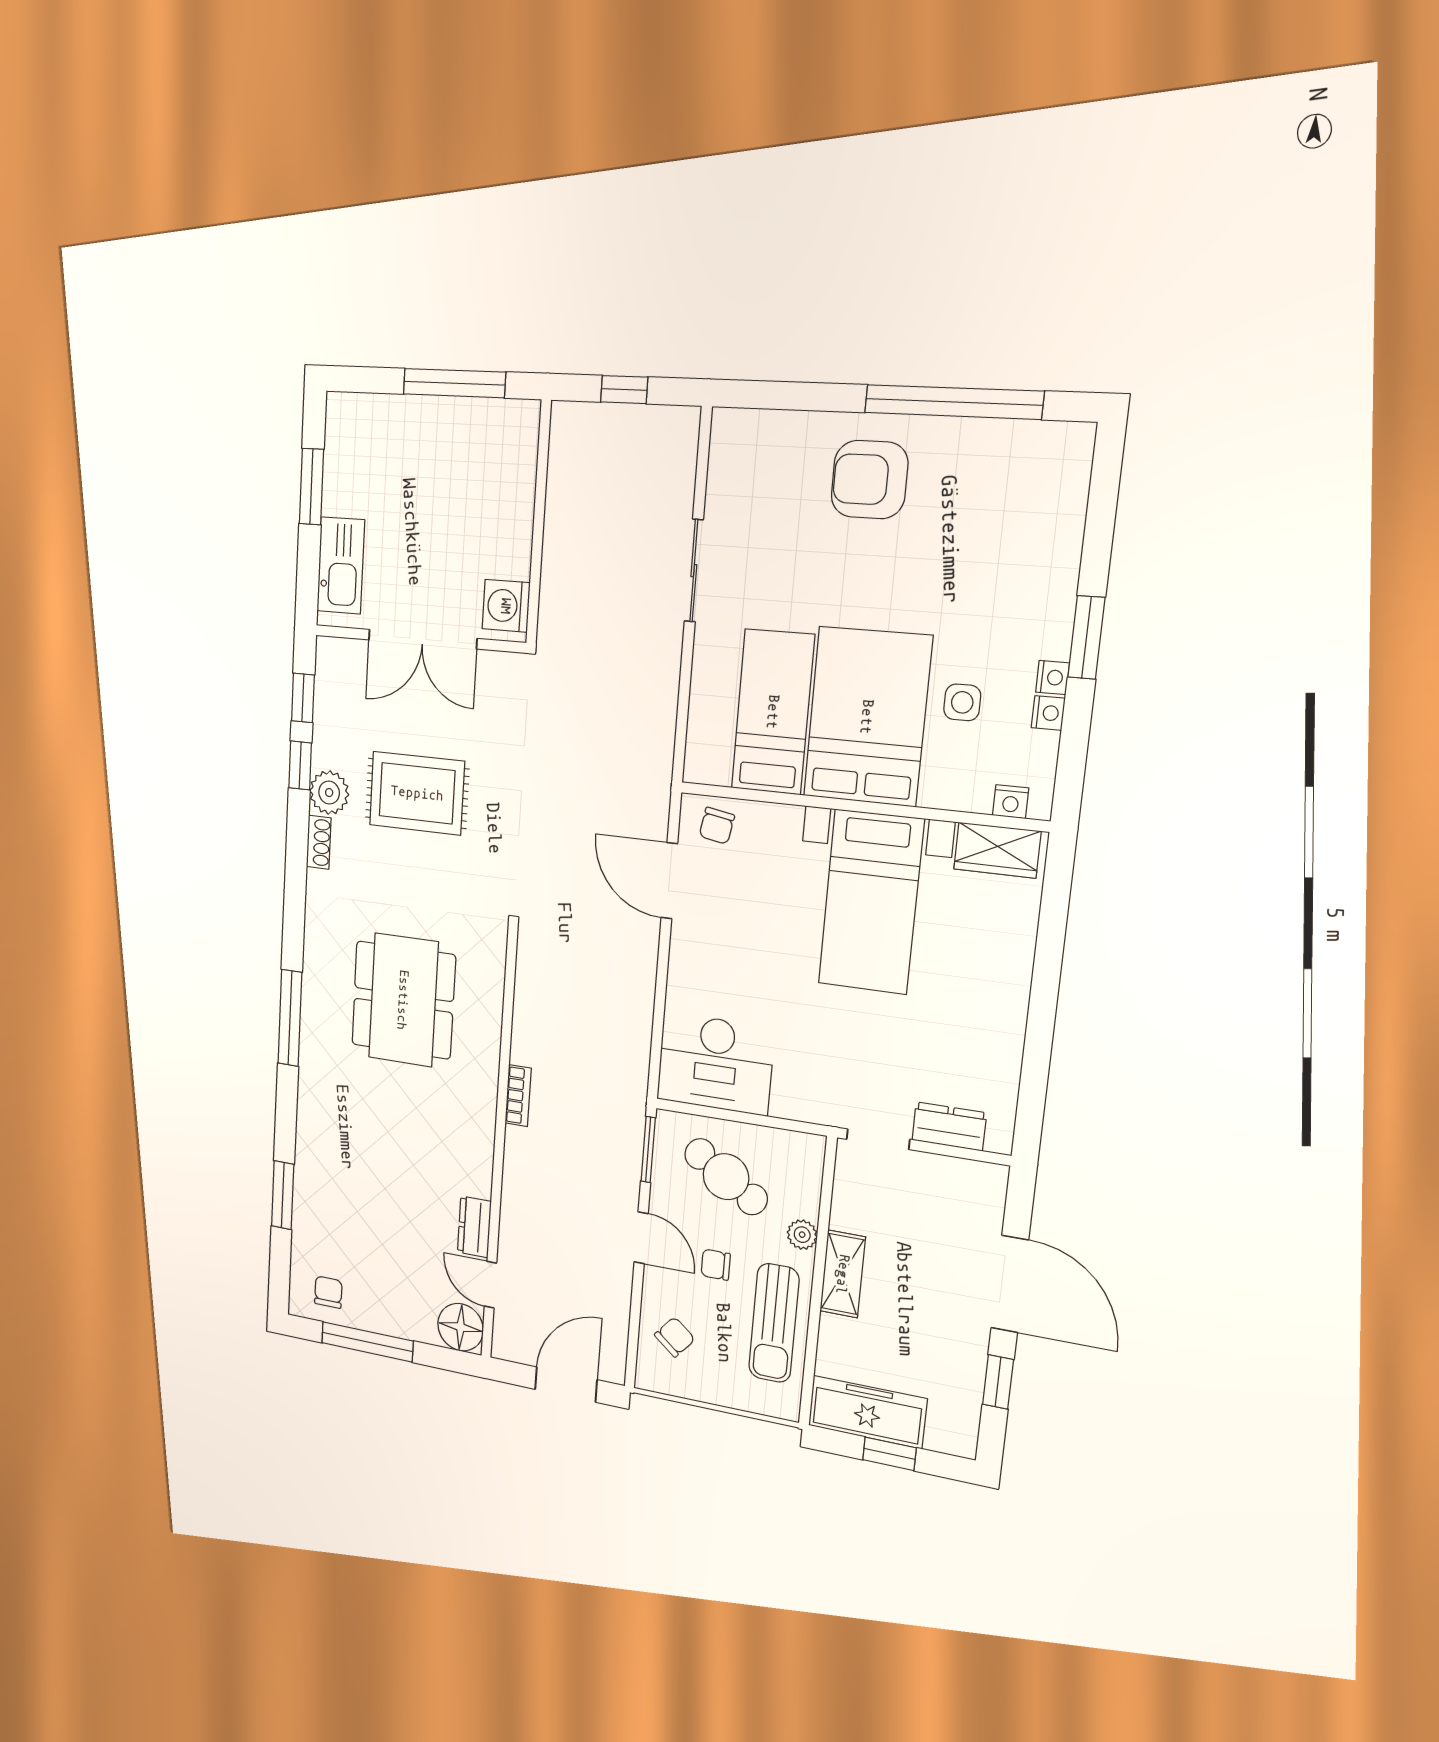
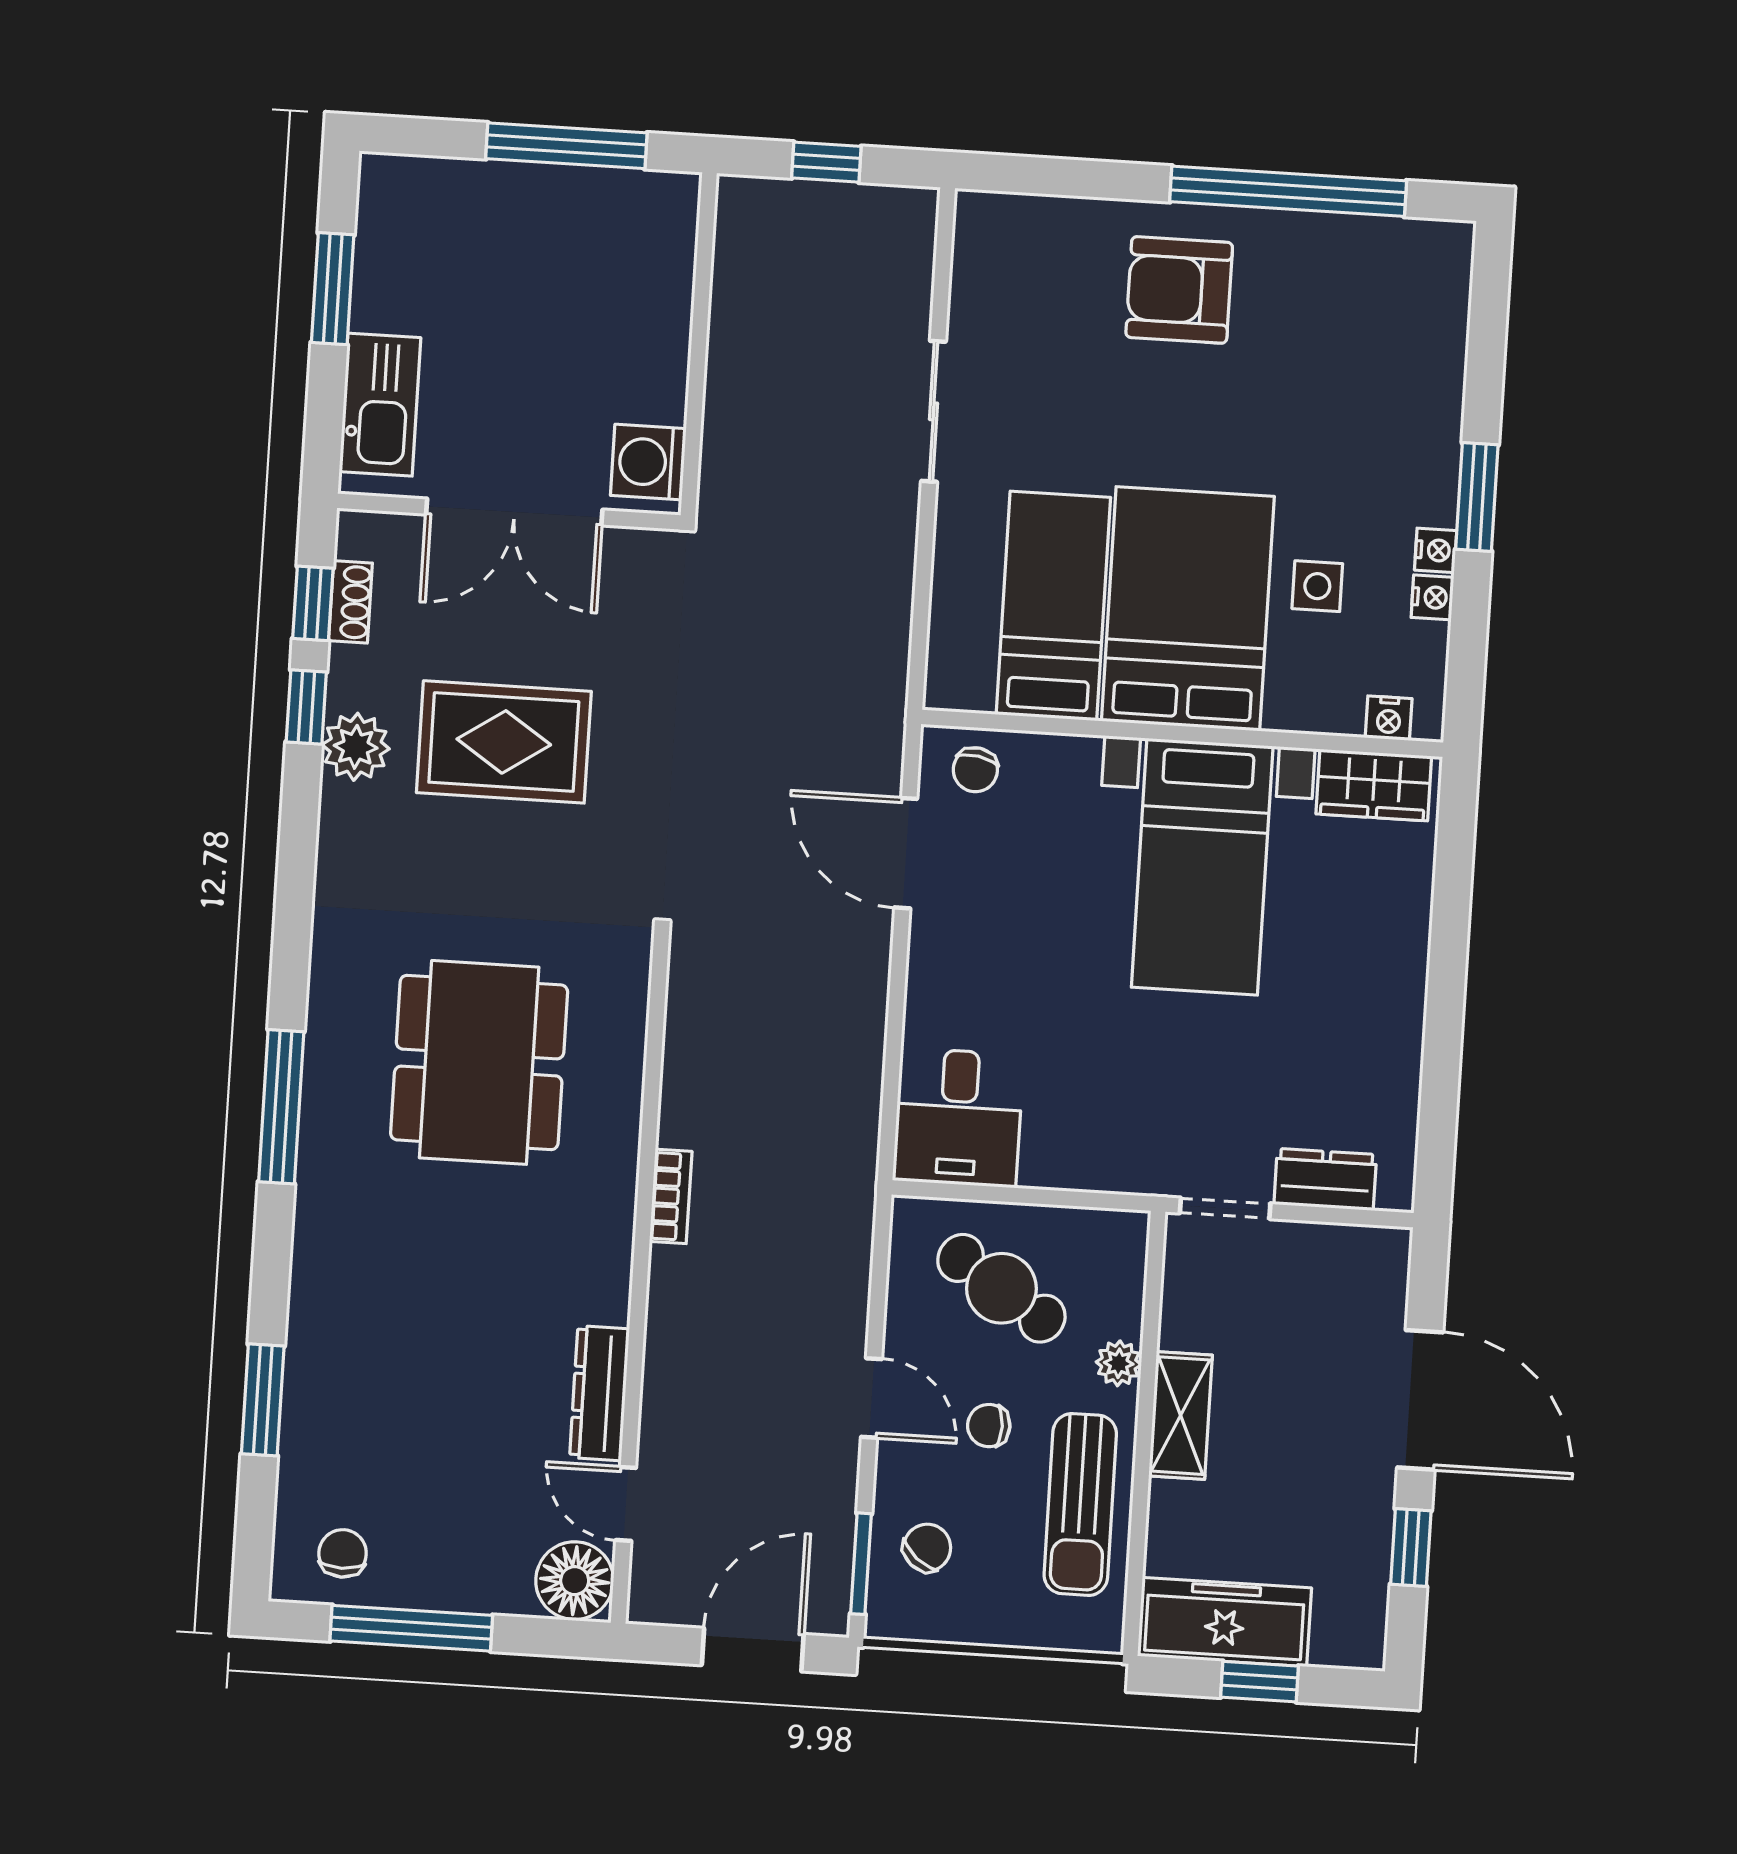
shoe rack: (319, 842) -> (350, 602), moved
desk: (715, 1064) -> (958, 1118), width x0.73
window: (648, 1149) -> (861, 1564), moved
dresser: (474, 1227) -> (600, 1393), width x1.44

